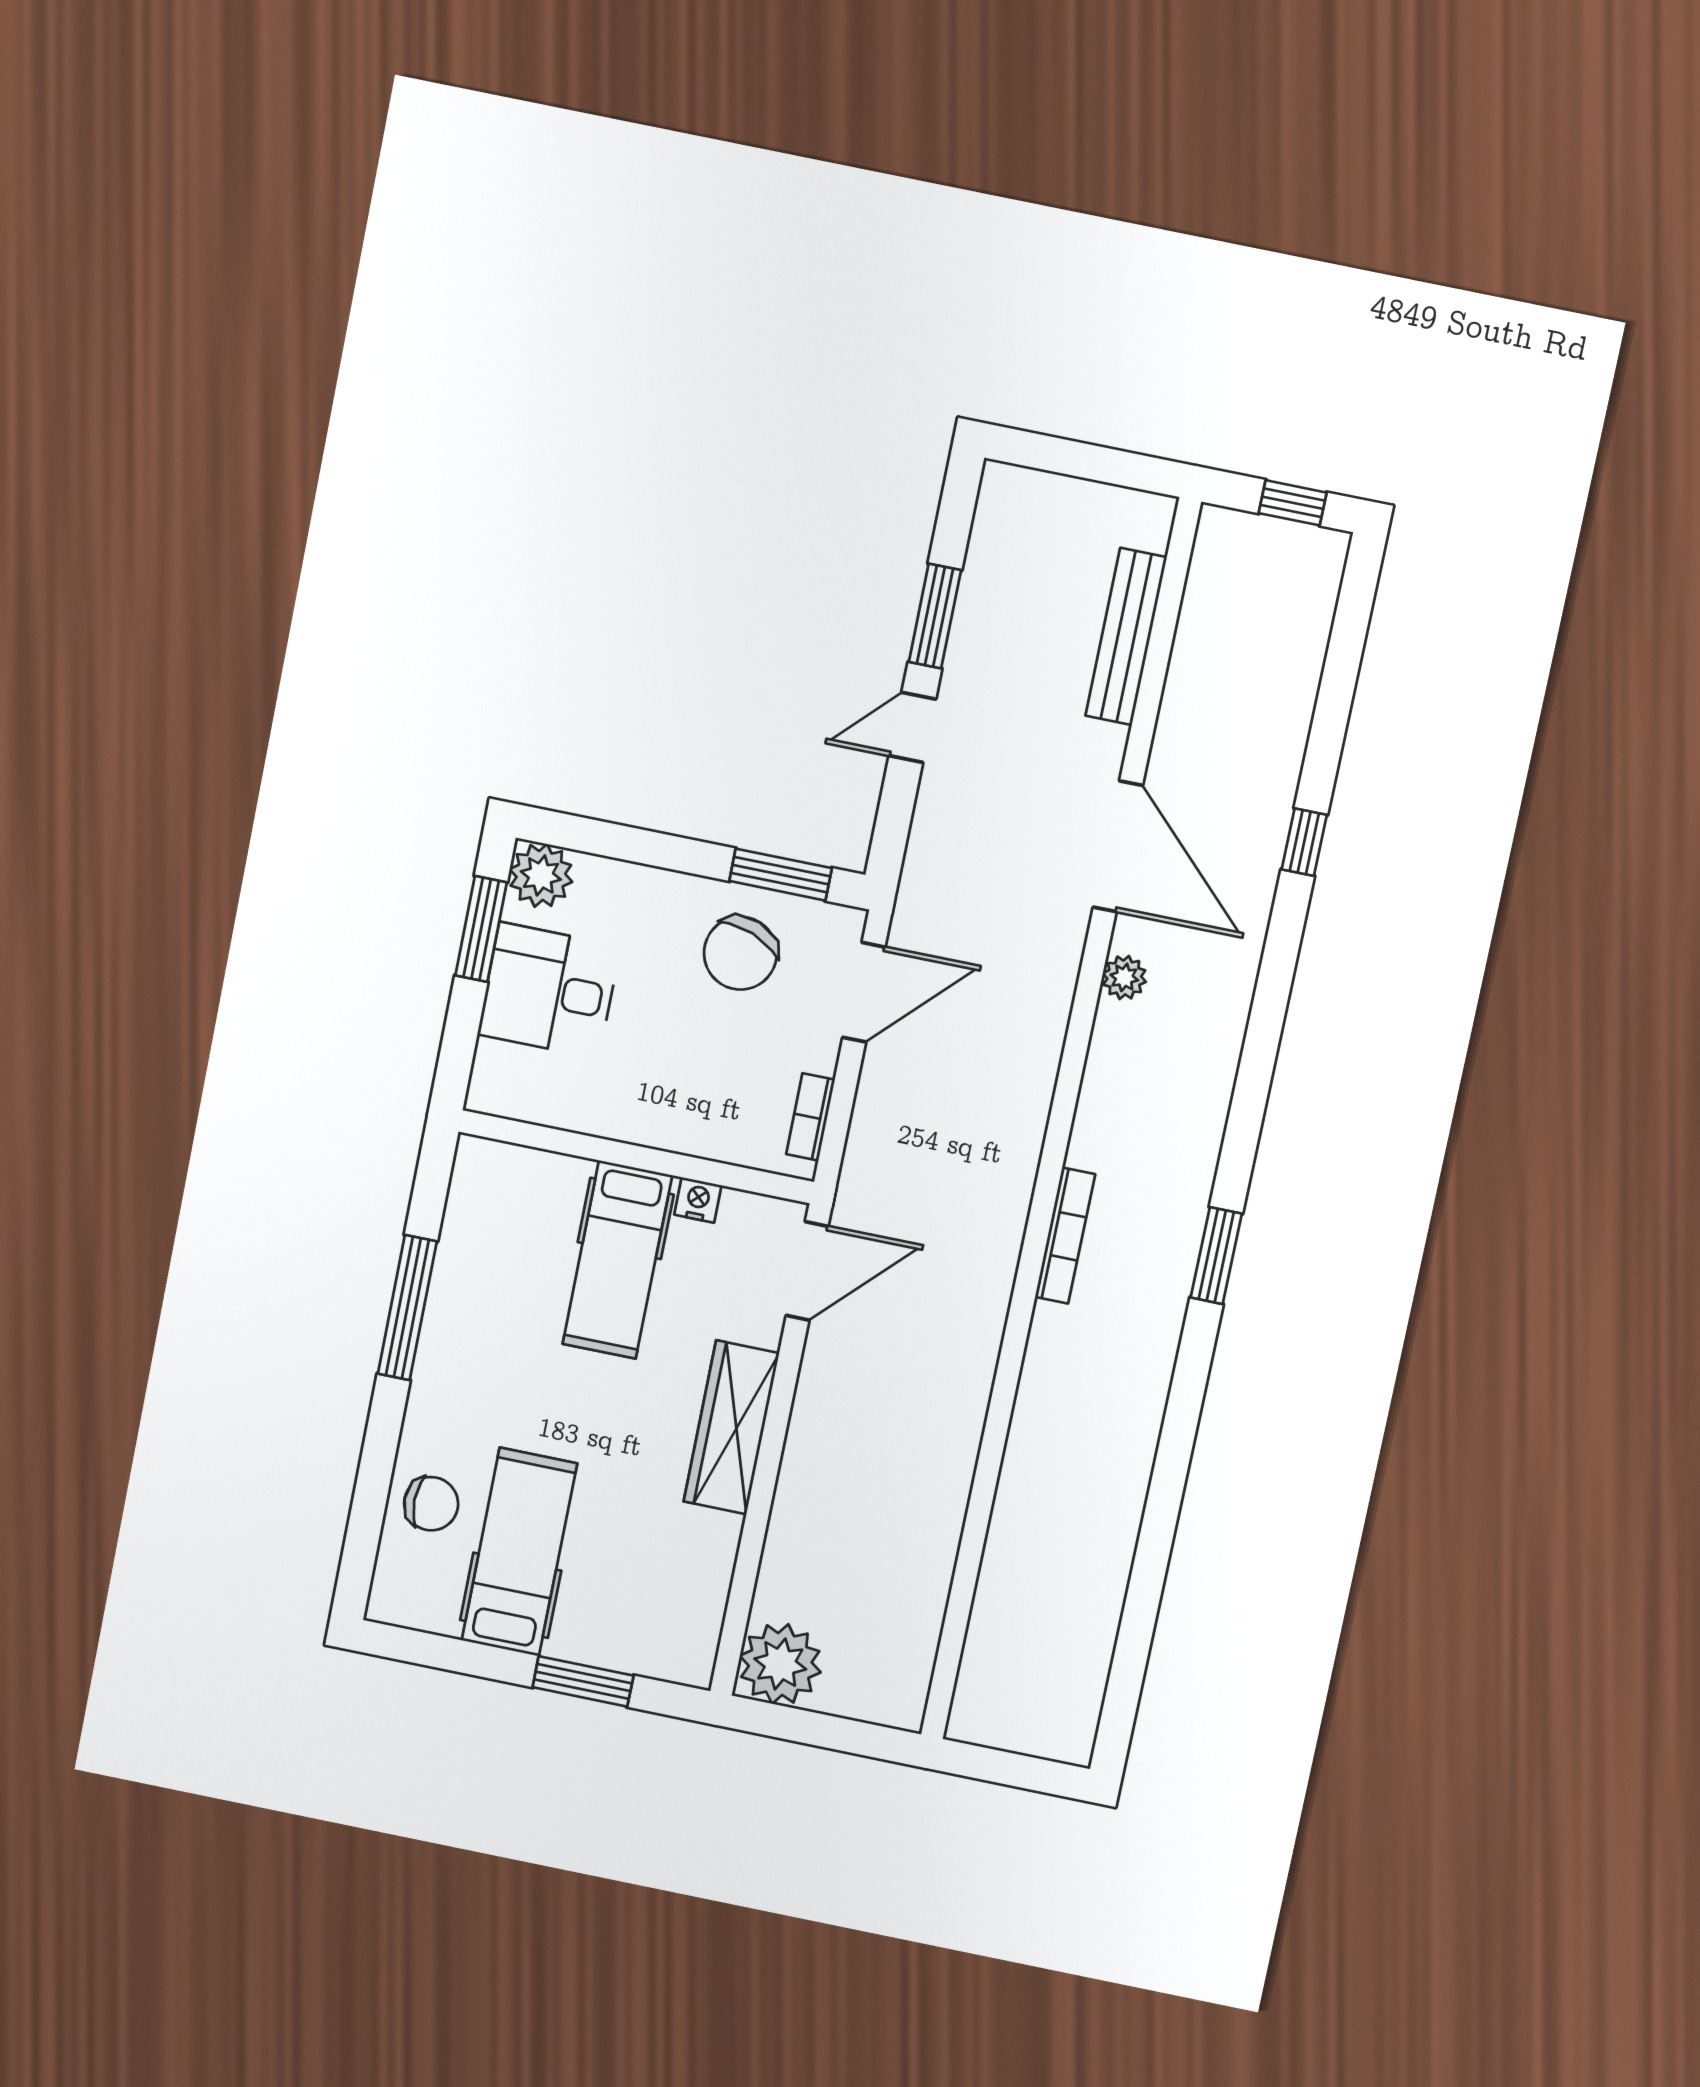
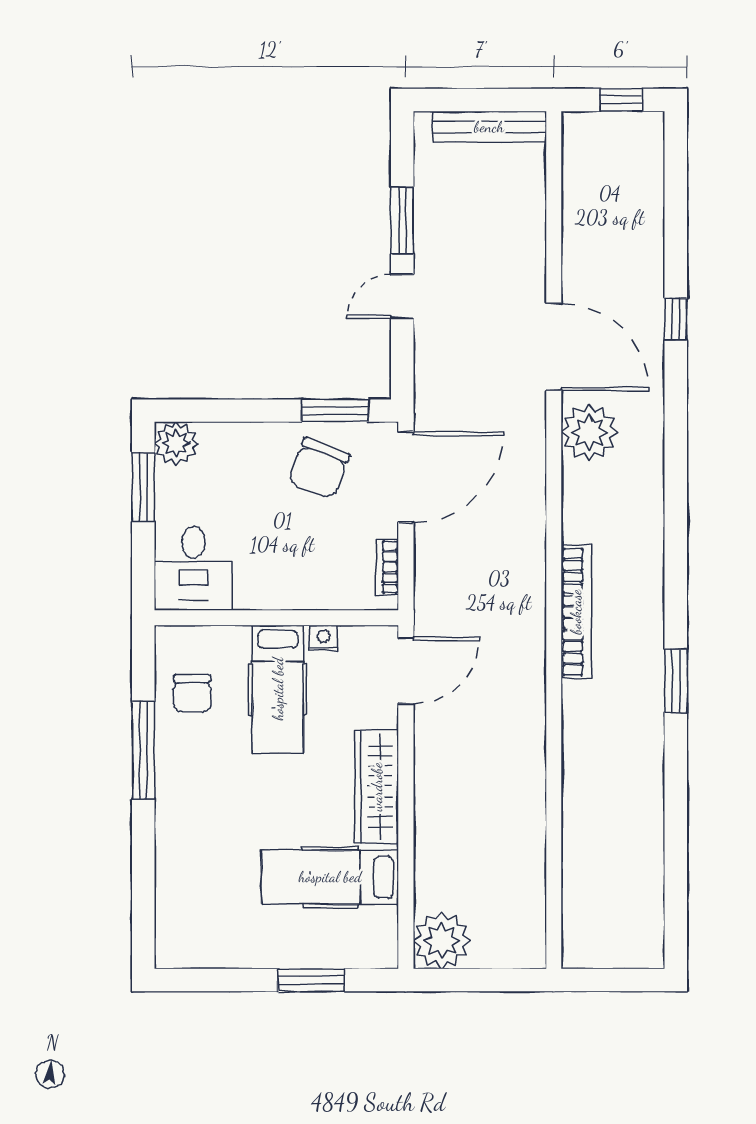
bench: (1126, 637) -> (489, 127), moved, turned 90
plant: (1124, 977) -> (589, 432), width x1.88, depth x1.88
desk: (549, 990) -> (193, 568), moved, turned -90
door: (864, 992) -> (406, 477), width x1.36
bookcase: (1065, 1236) -> (576, 612), width x1.48, depth x1.31
window: (1216, 1256) -> (676, 681), moved
chair: (431, 1504) -> (192, 693), moved, turned 90
hospital bed: (519, 1552) -> (330, 877), moved, turned -90

